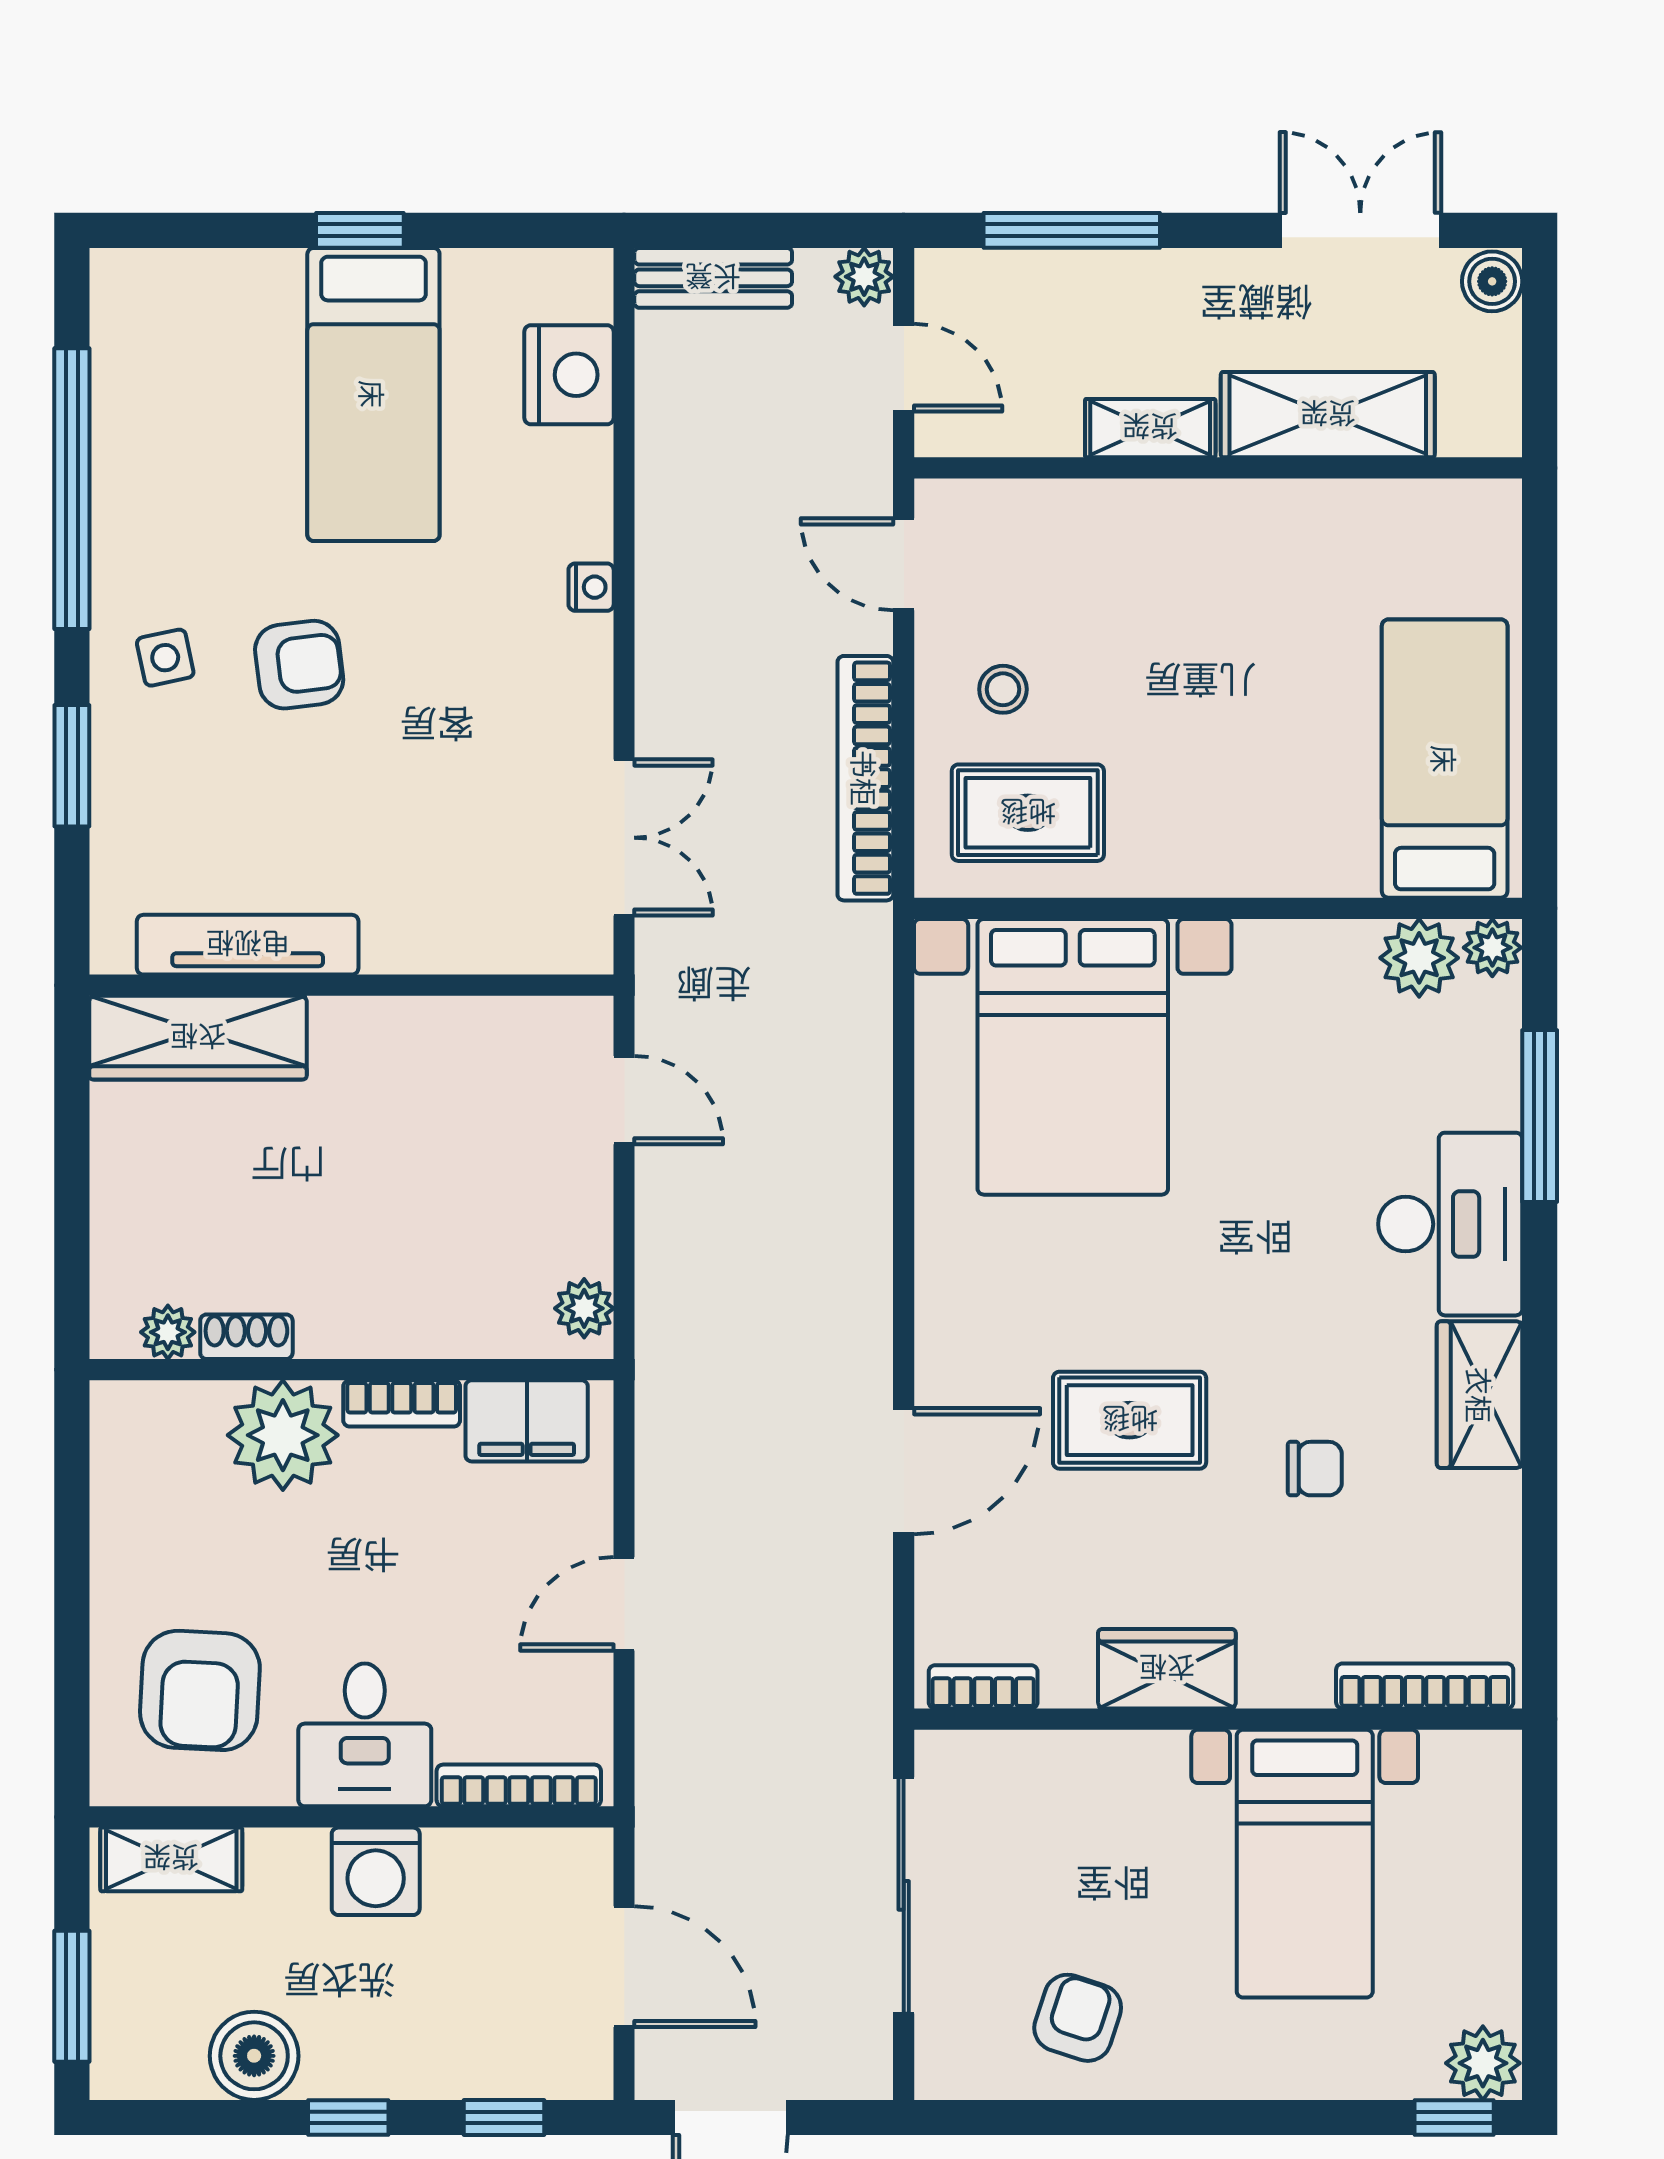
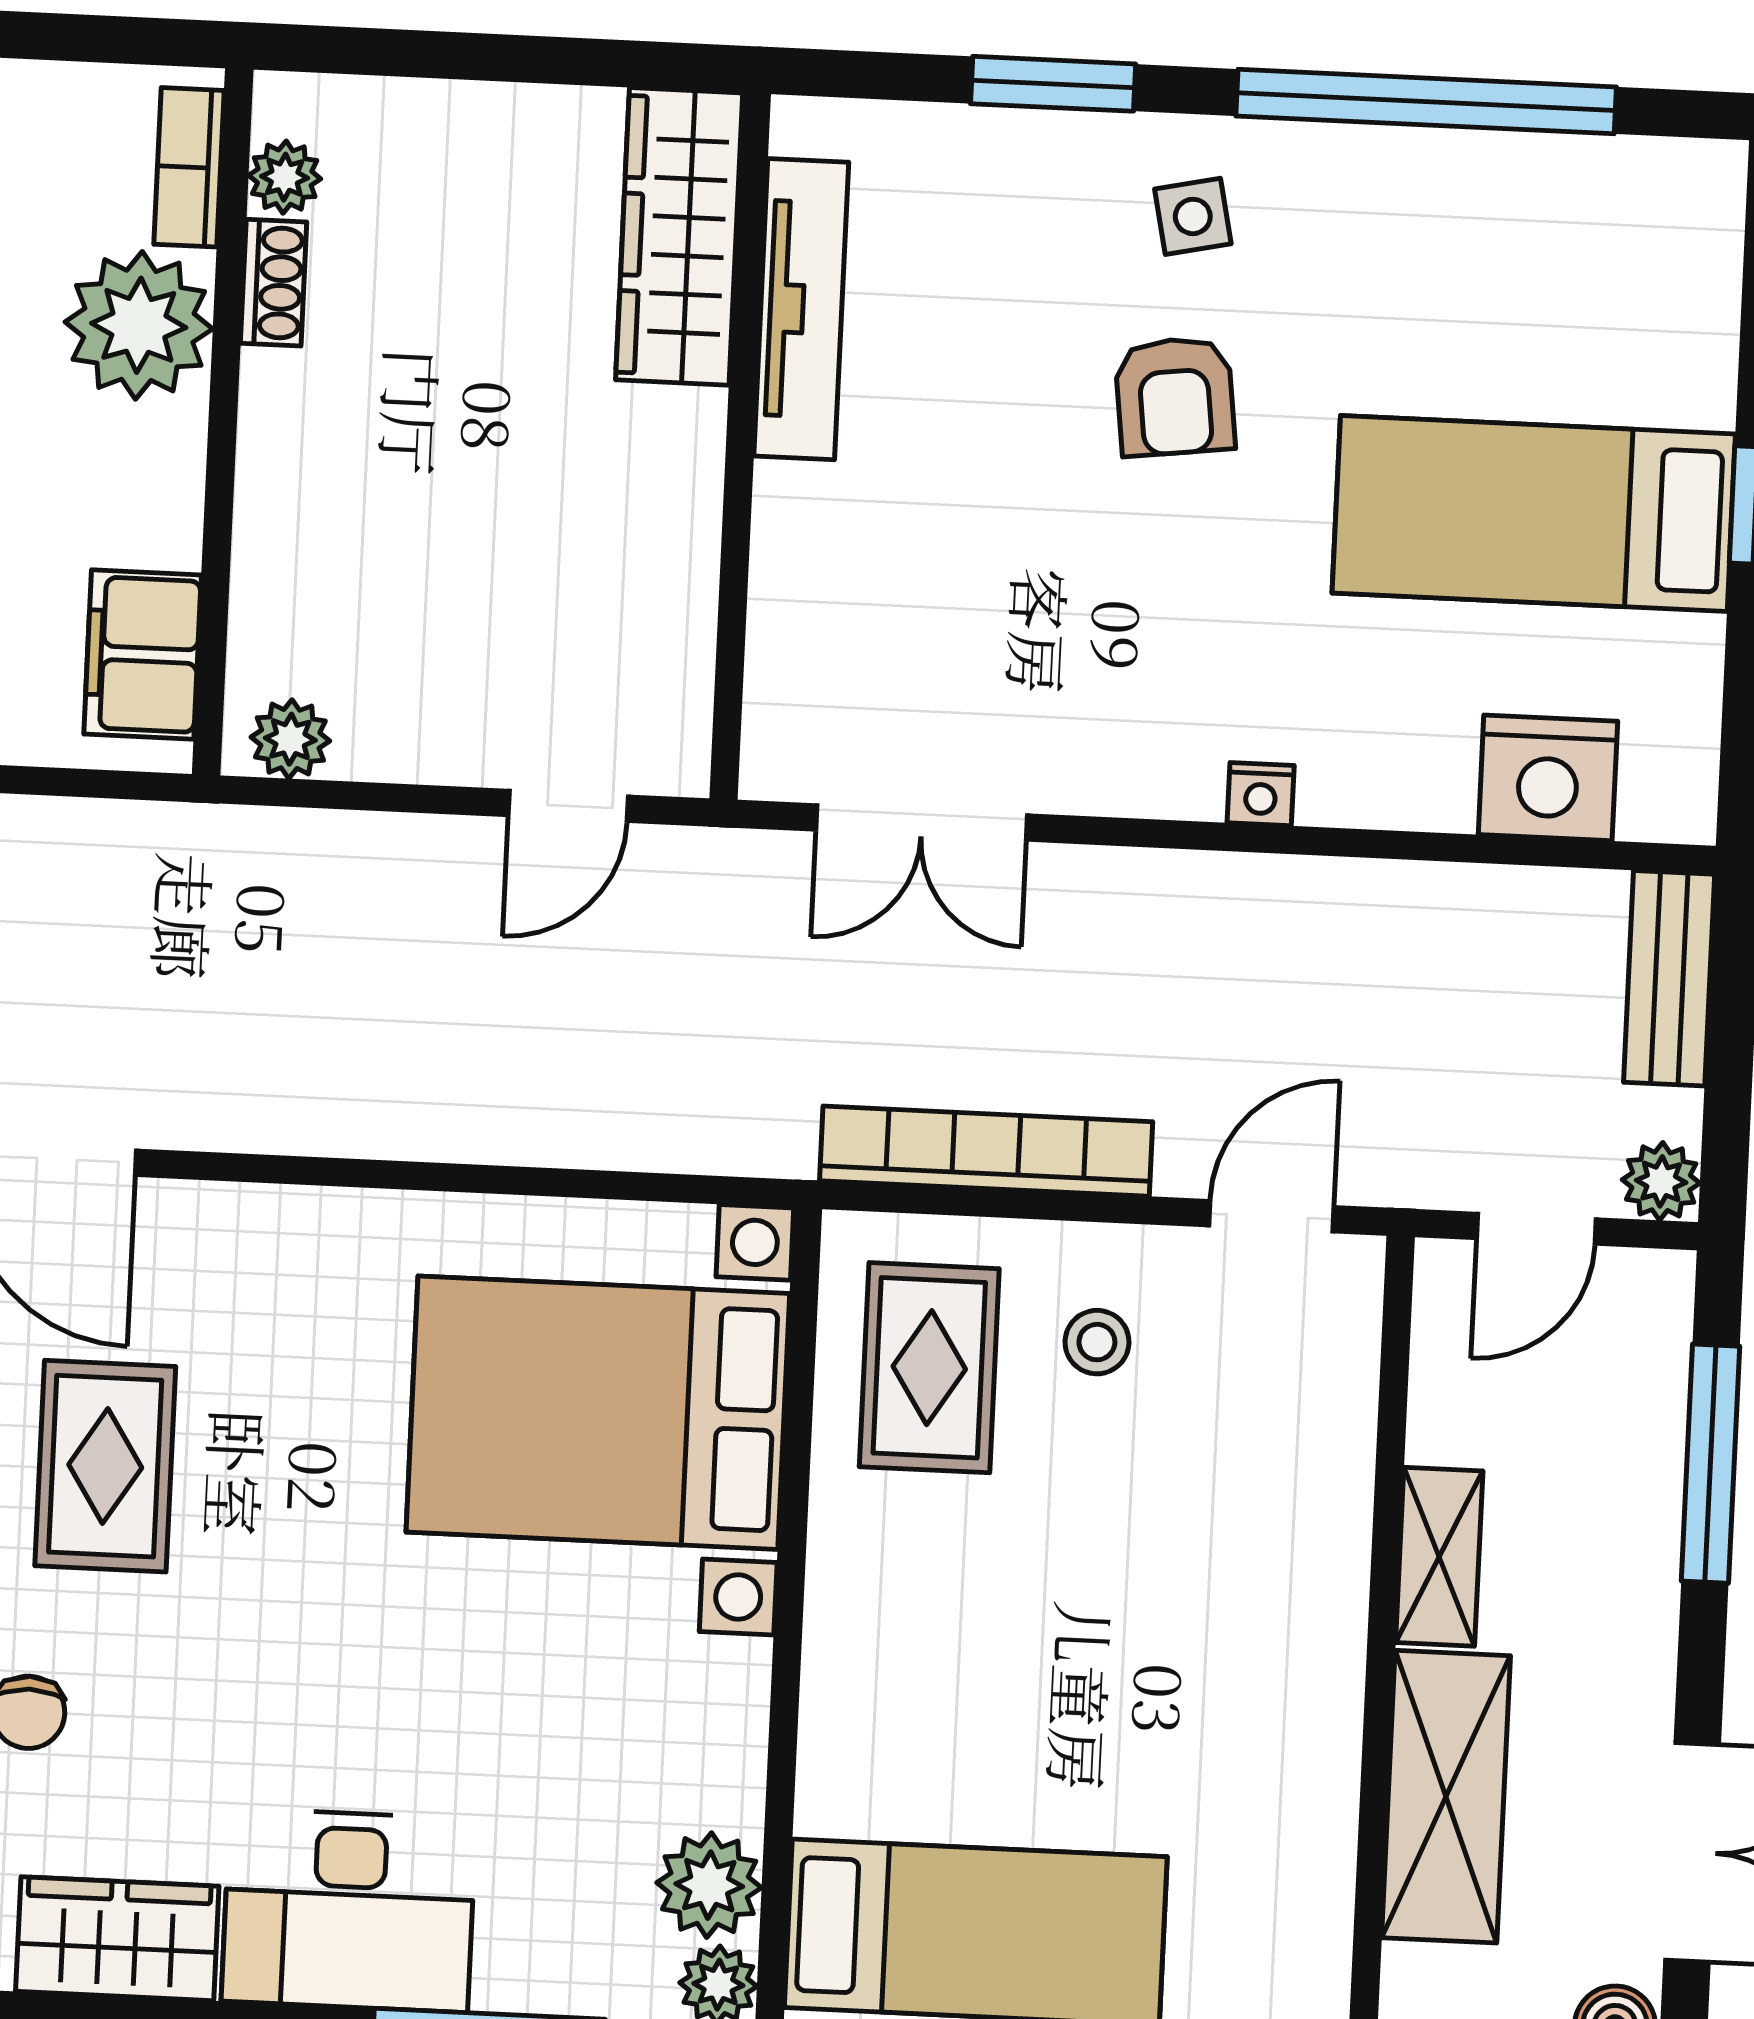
bookcase: (402, 1403) -> (189, 167), moved

